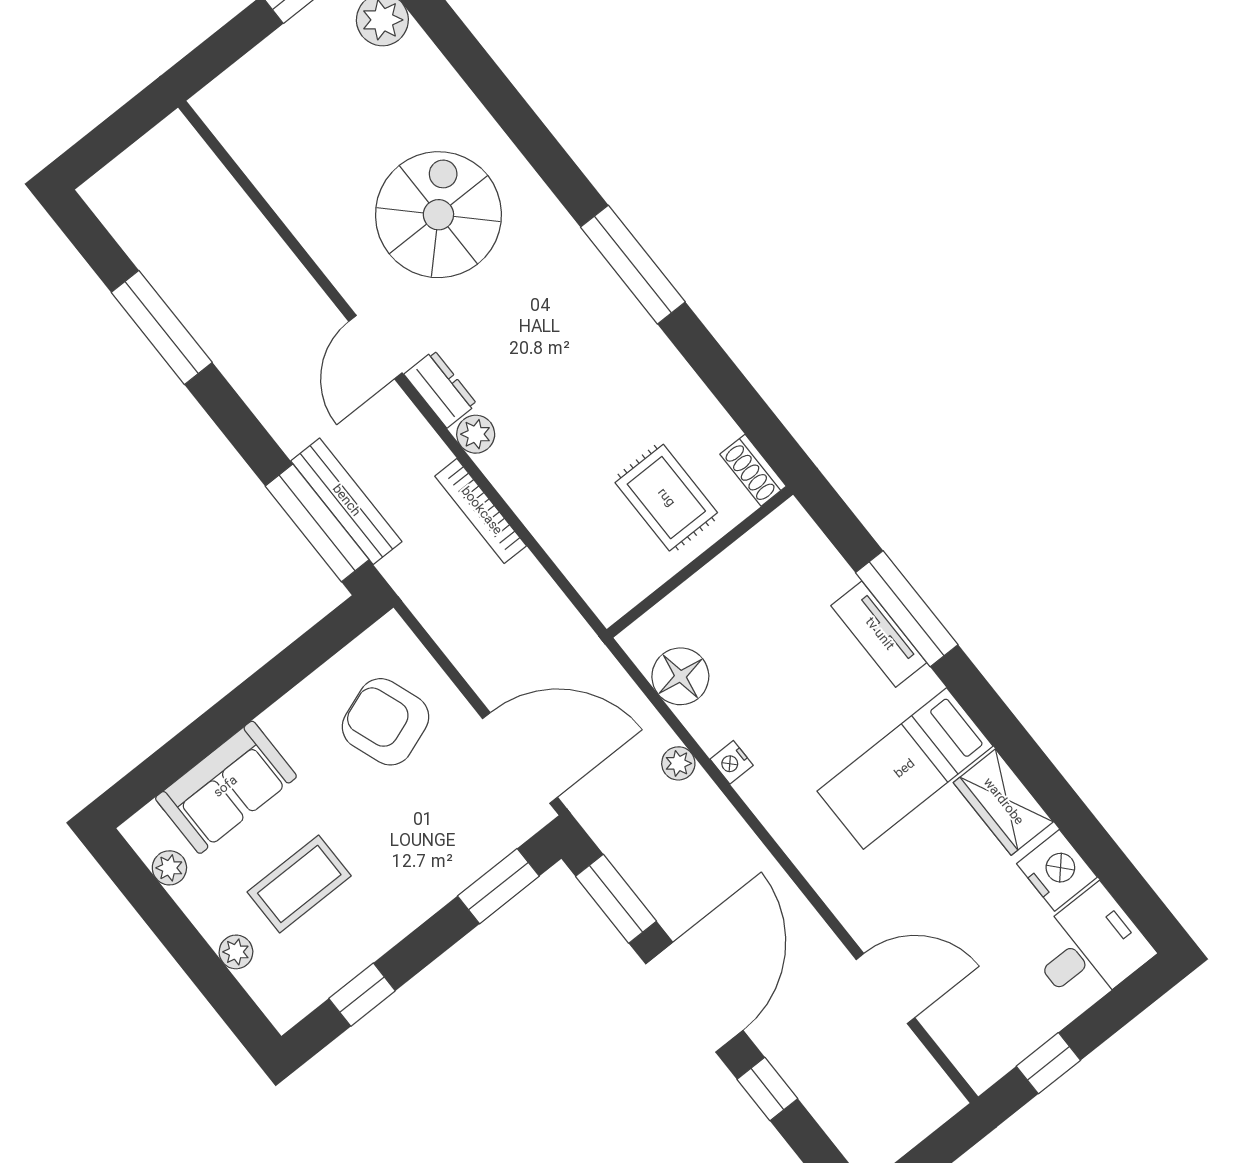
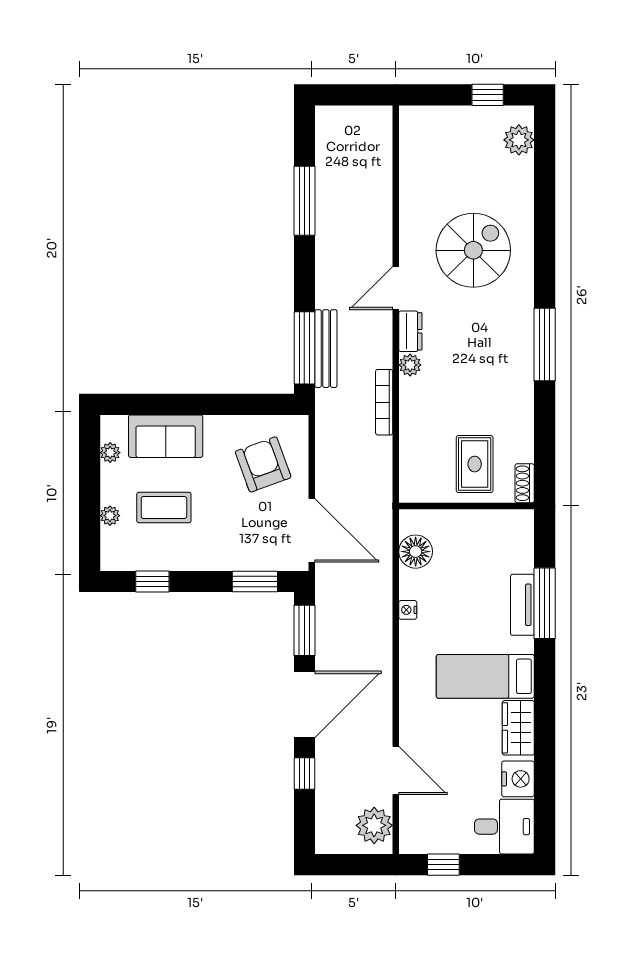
plant: (678, 763) -> (374, 825), moved, width x1.88, depth x1.88

